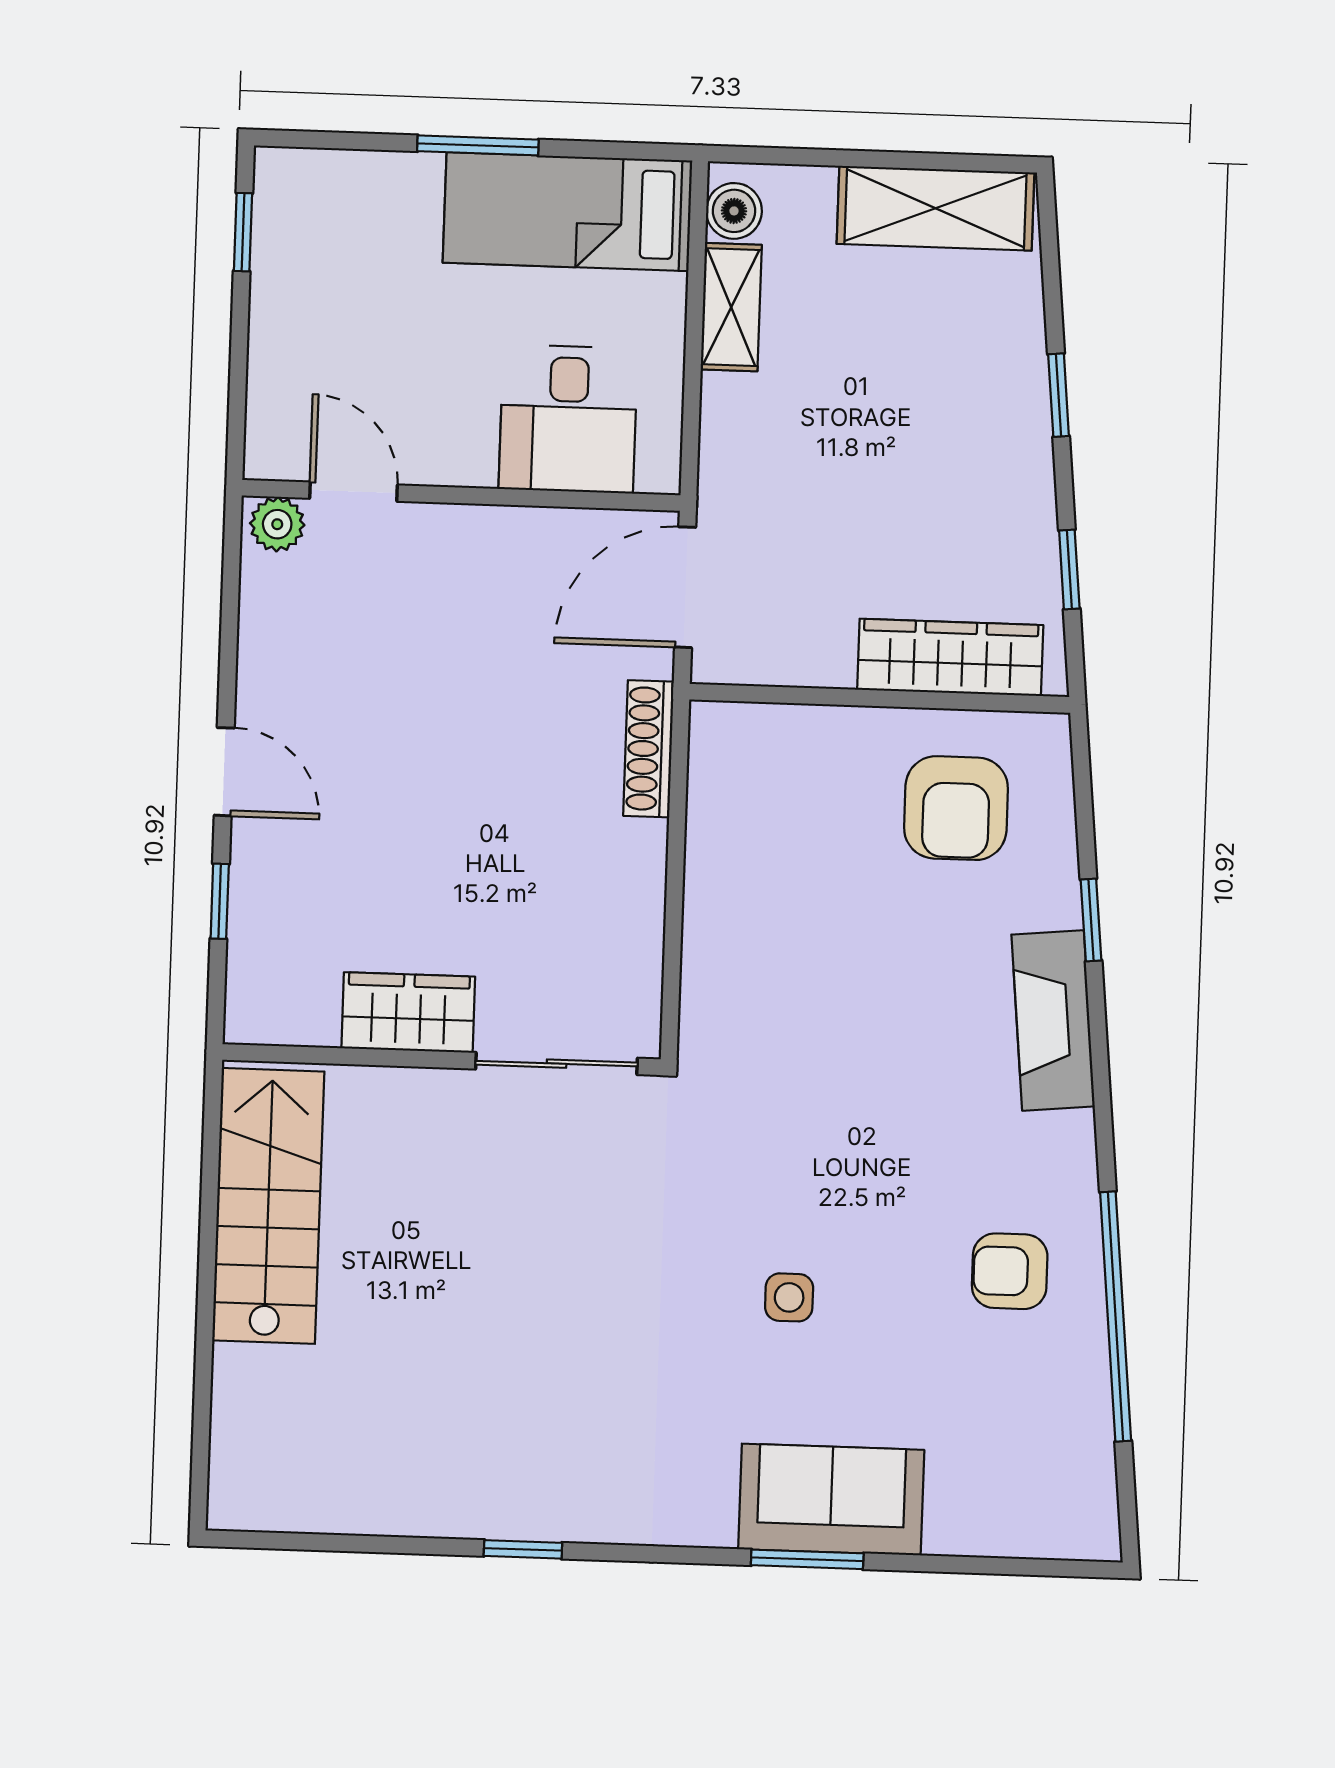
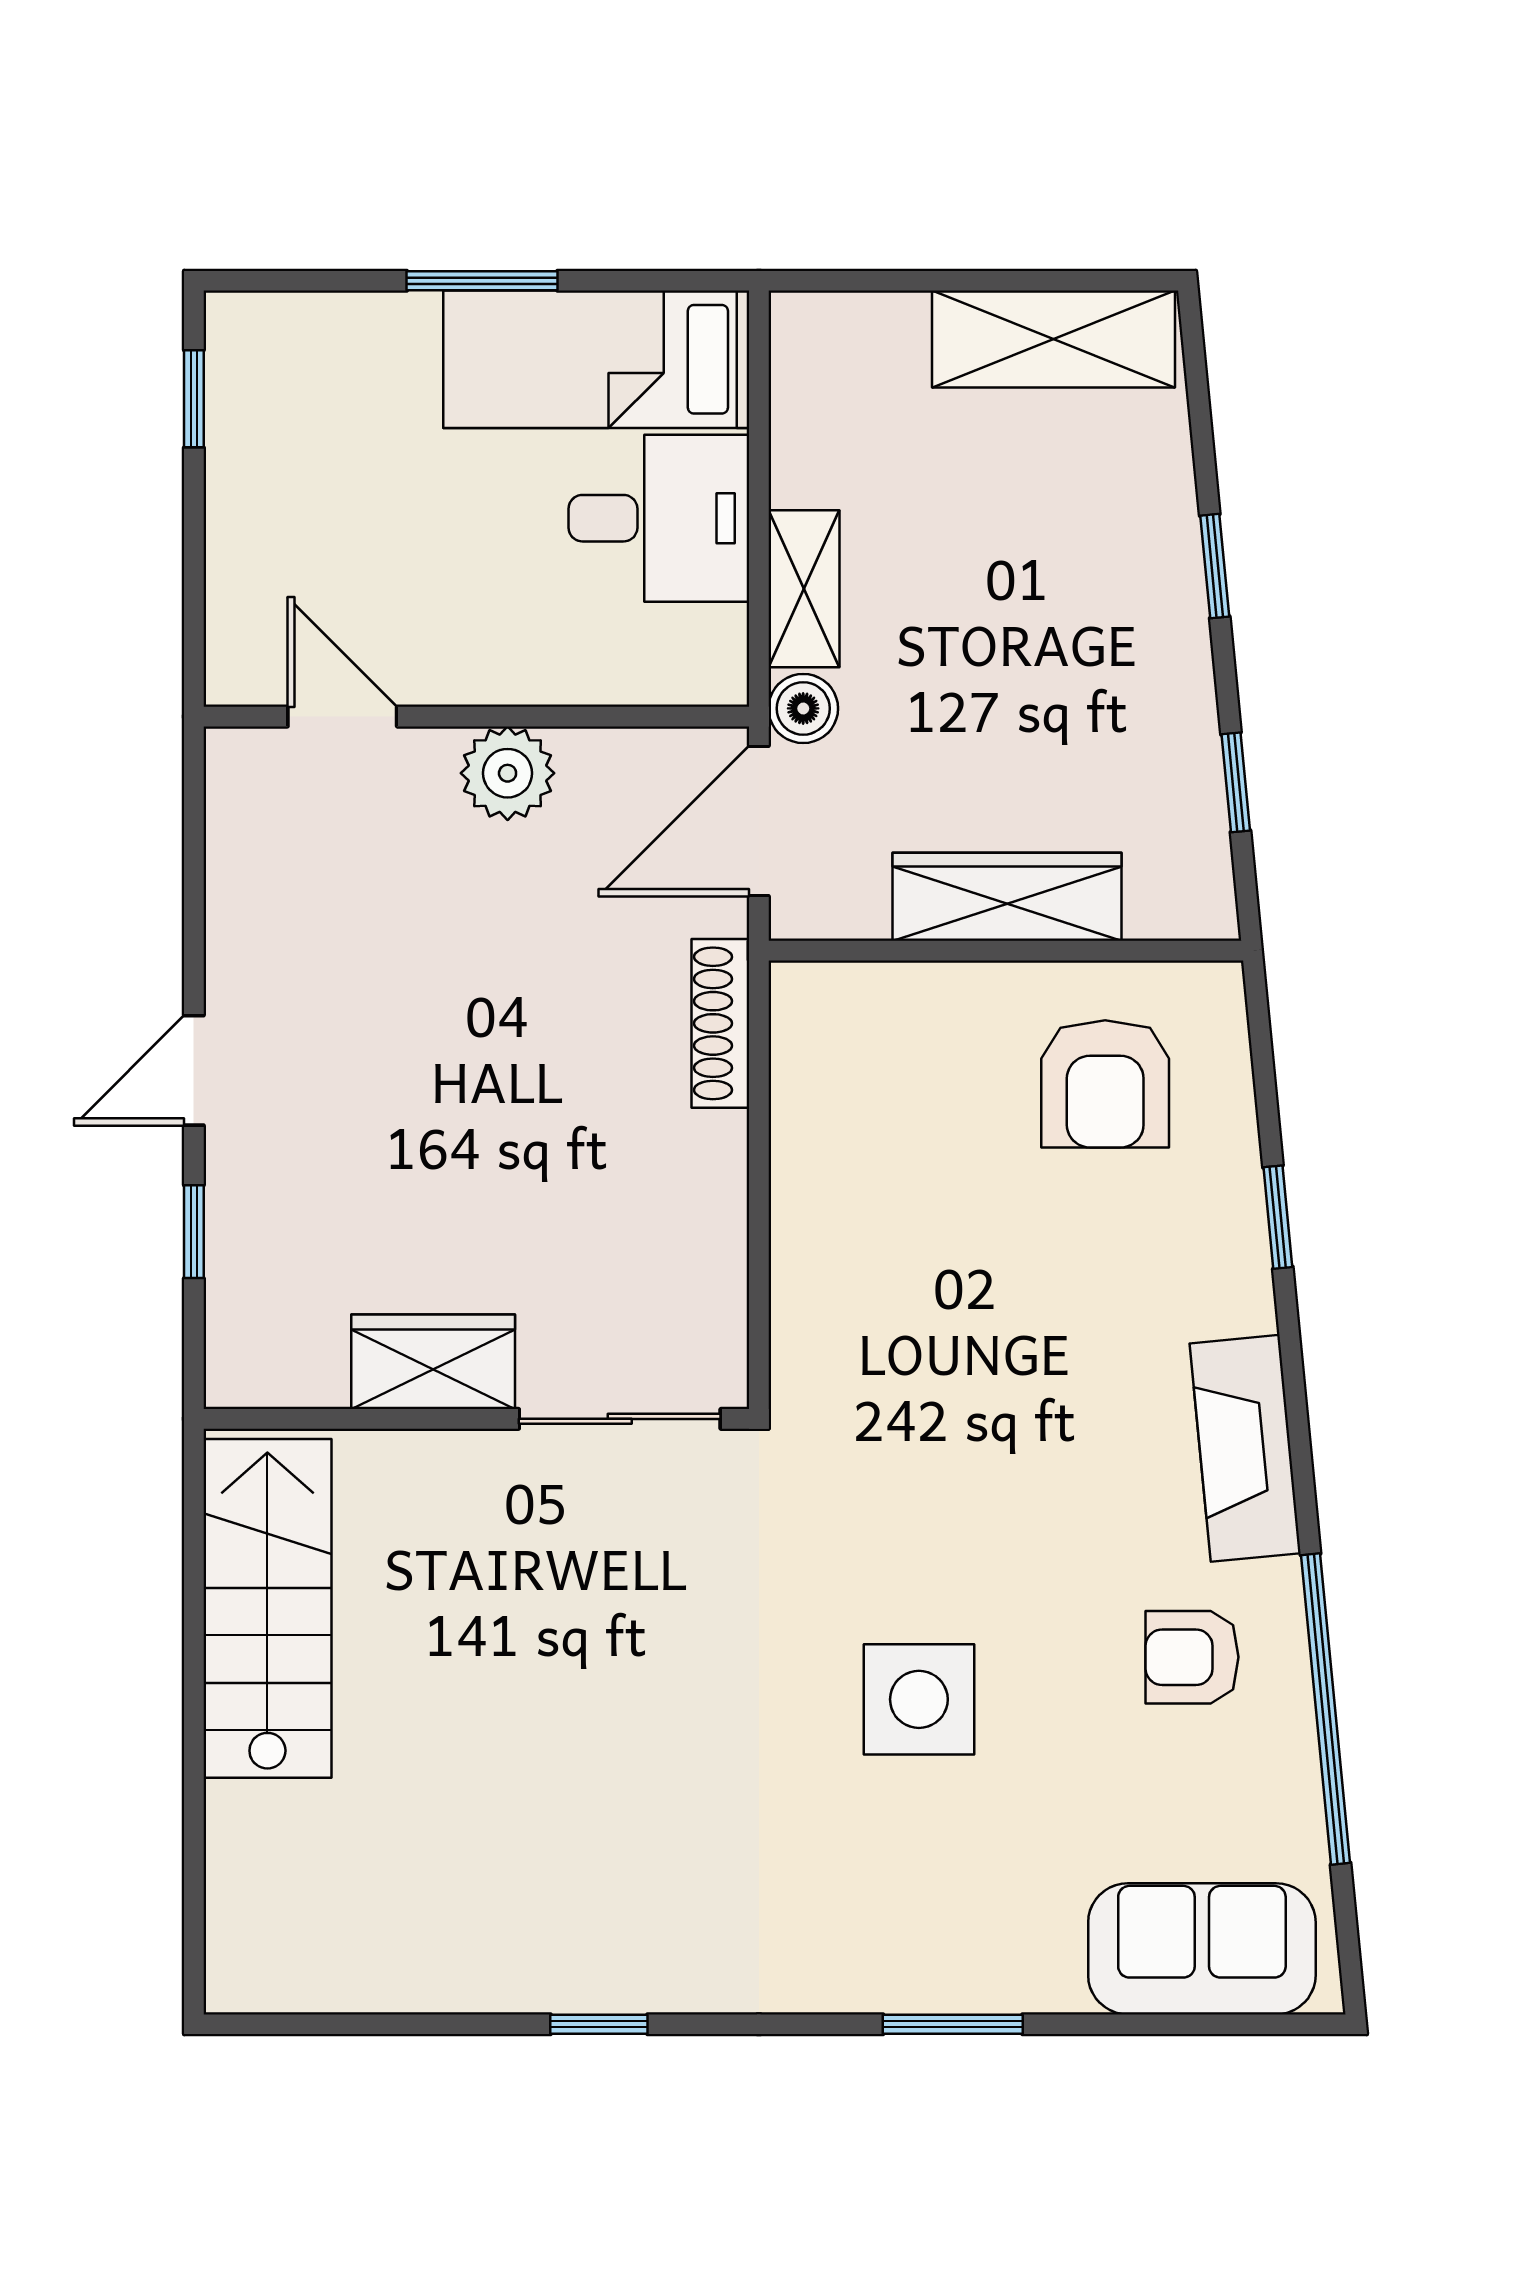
boiler: (734, 211) -> (803, 708), moved
shelving: (731, 307) -> (804, 589), moved
desk: (568, 419) -> (659, 518), moved, turned -90
plant: (277, 524) -> (508, 773), moved, width x1.38, depth x1.38
wardrobe: (950, 657) -> (1007, 897), moved
door: (224, 772) -> (194, 1070), swing flipped
fireplace: (1053, 1020) -> (1245, 1448), moved
side table: (789, 1297) -> (919, 1699), width x1.87, depth x1.87
sofa: (831, 1499) -> (1202, 1949), moved

